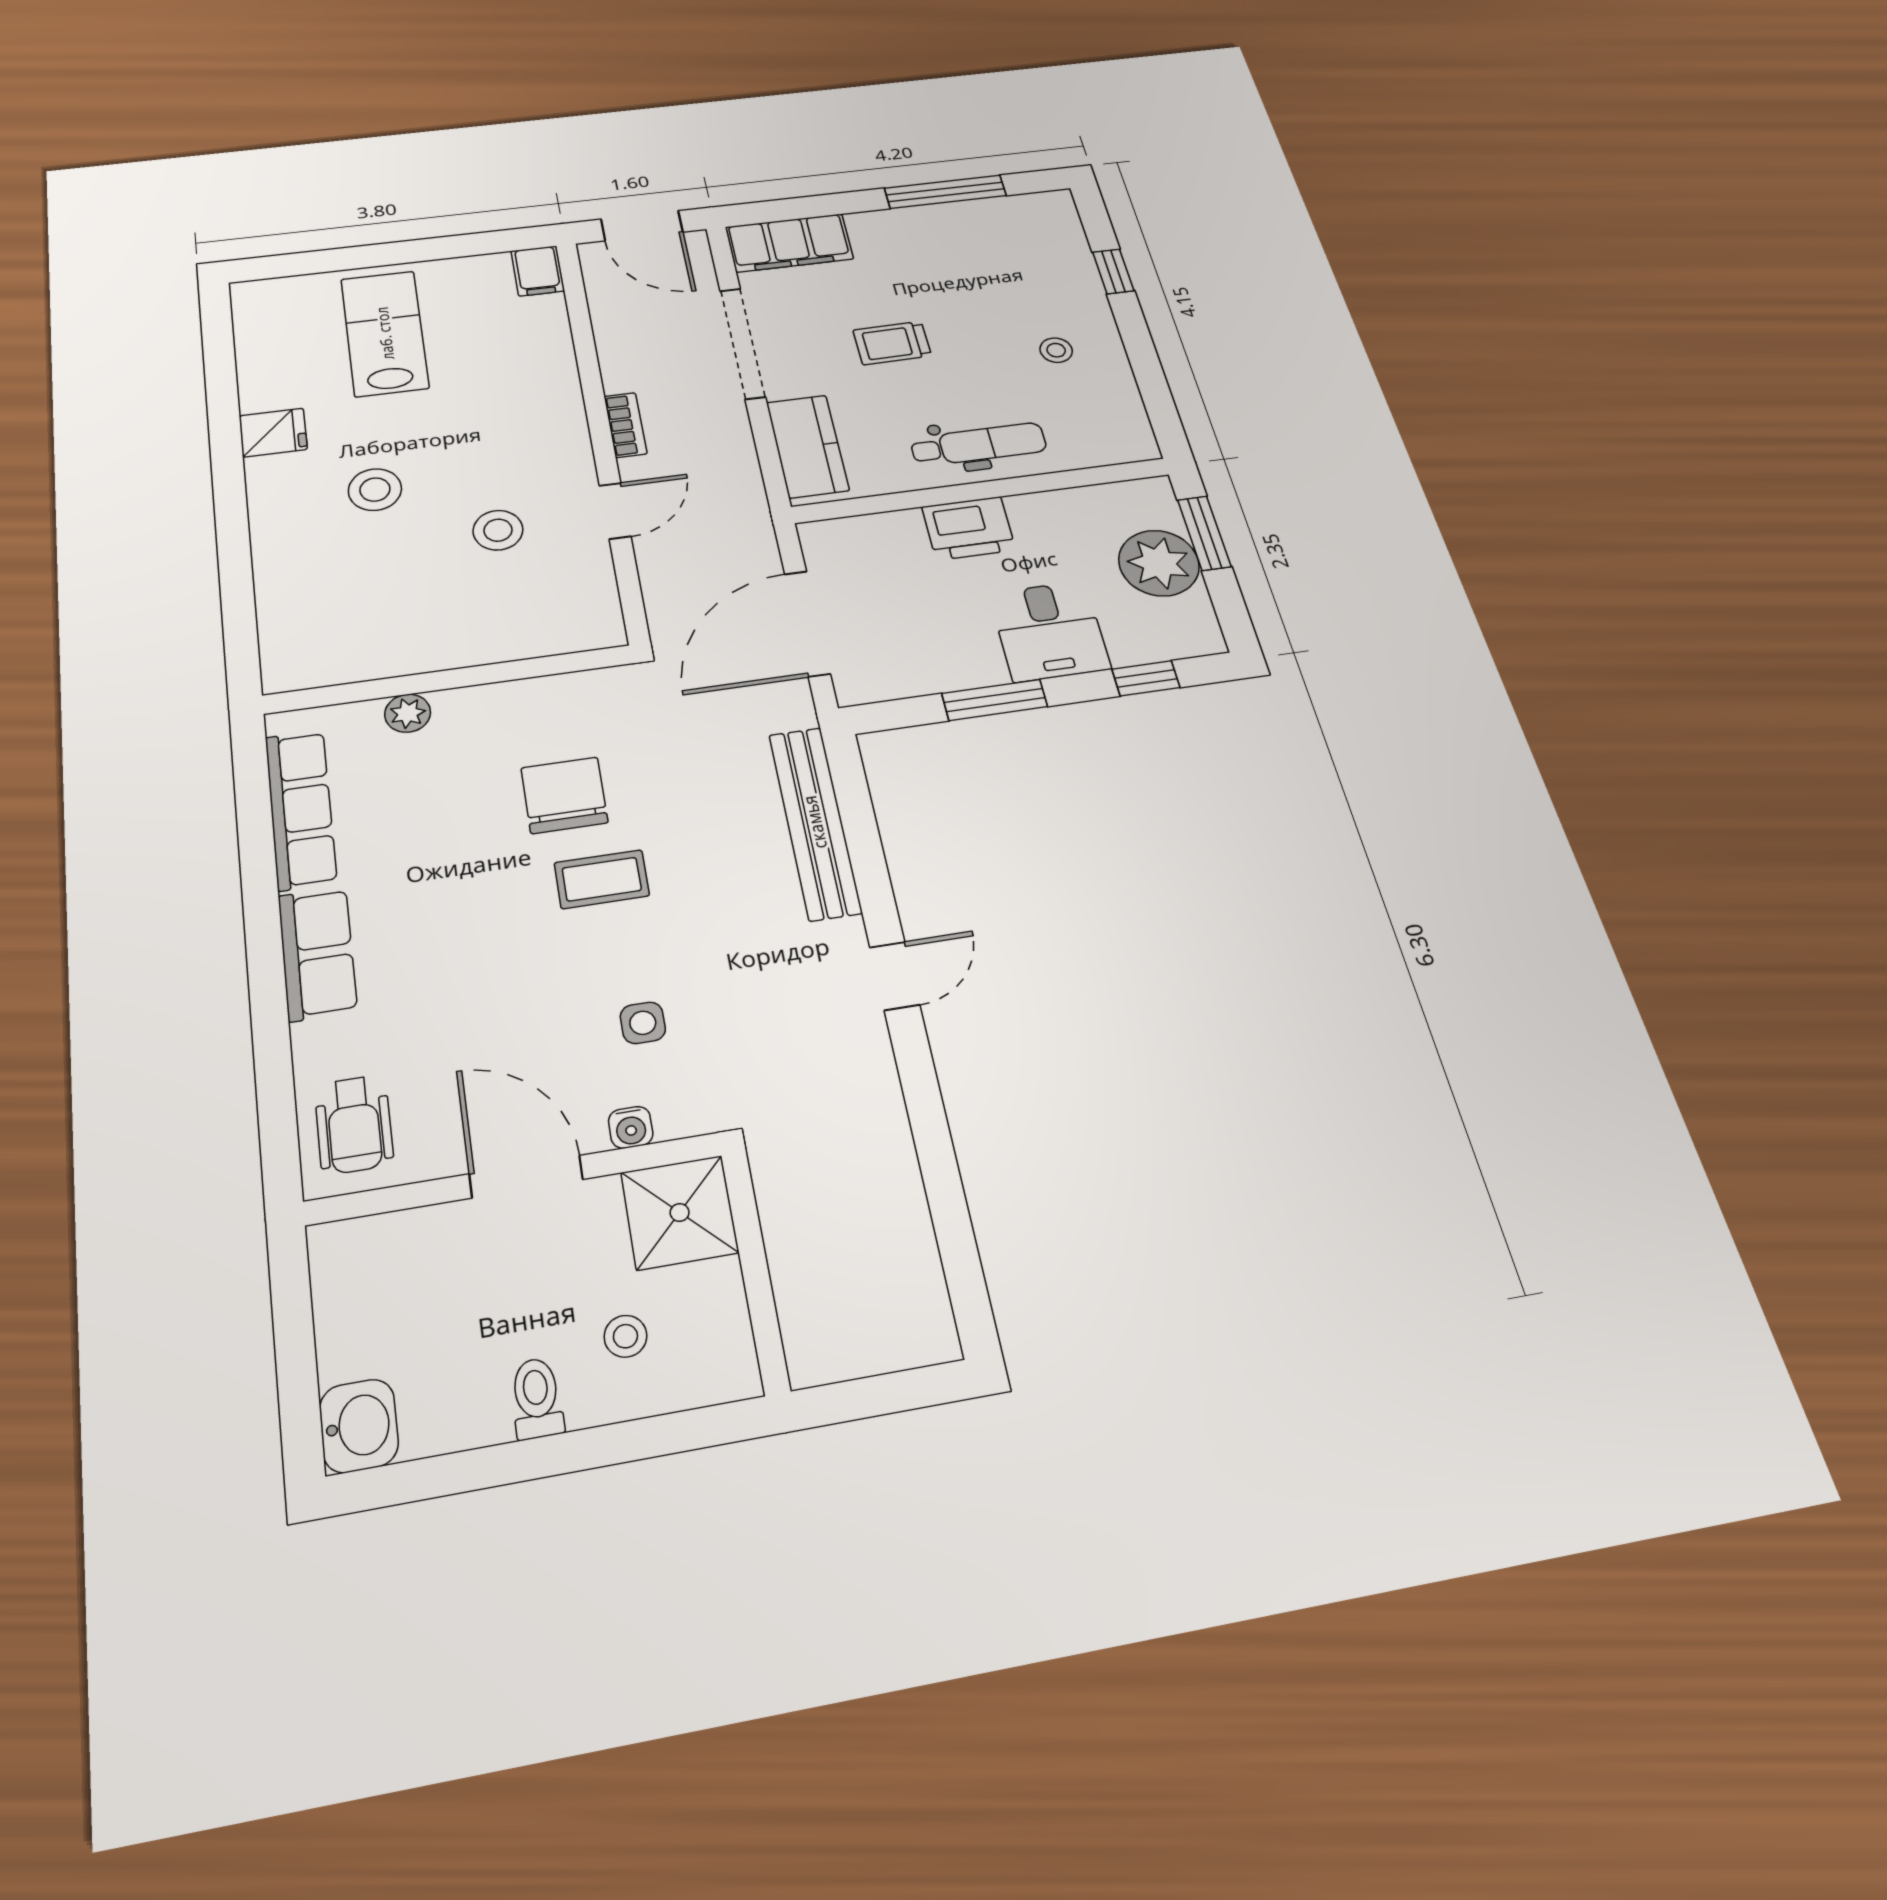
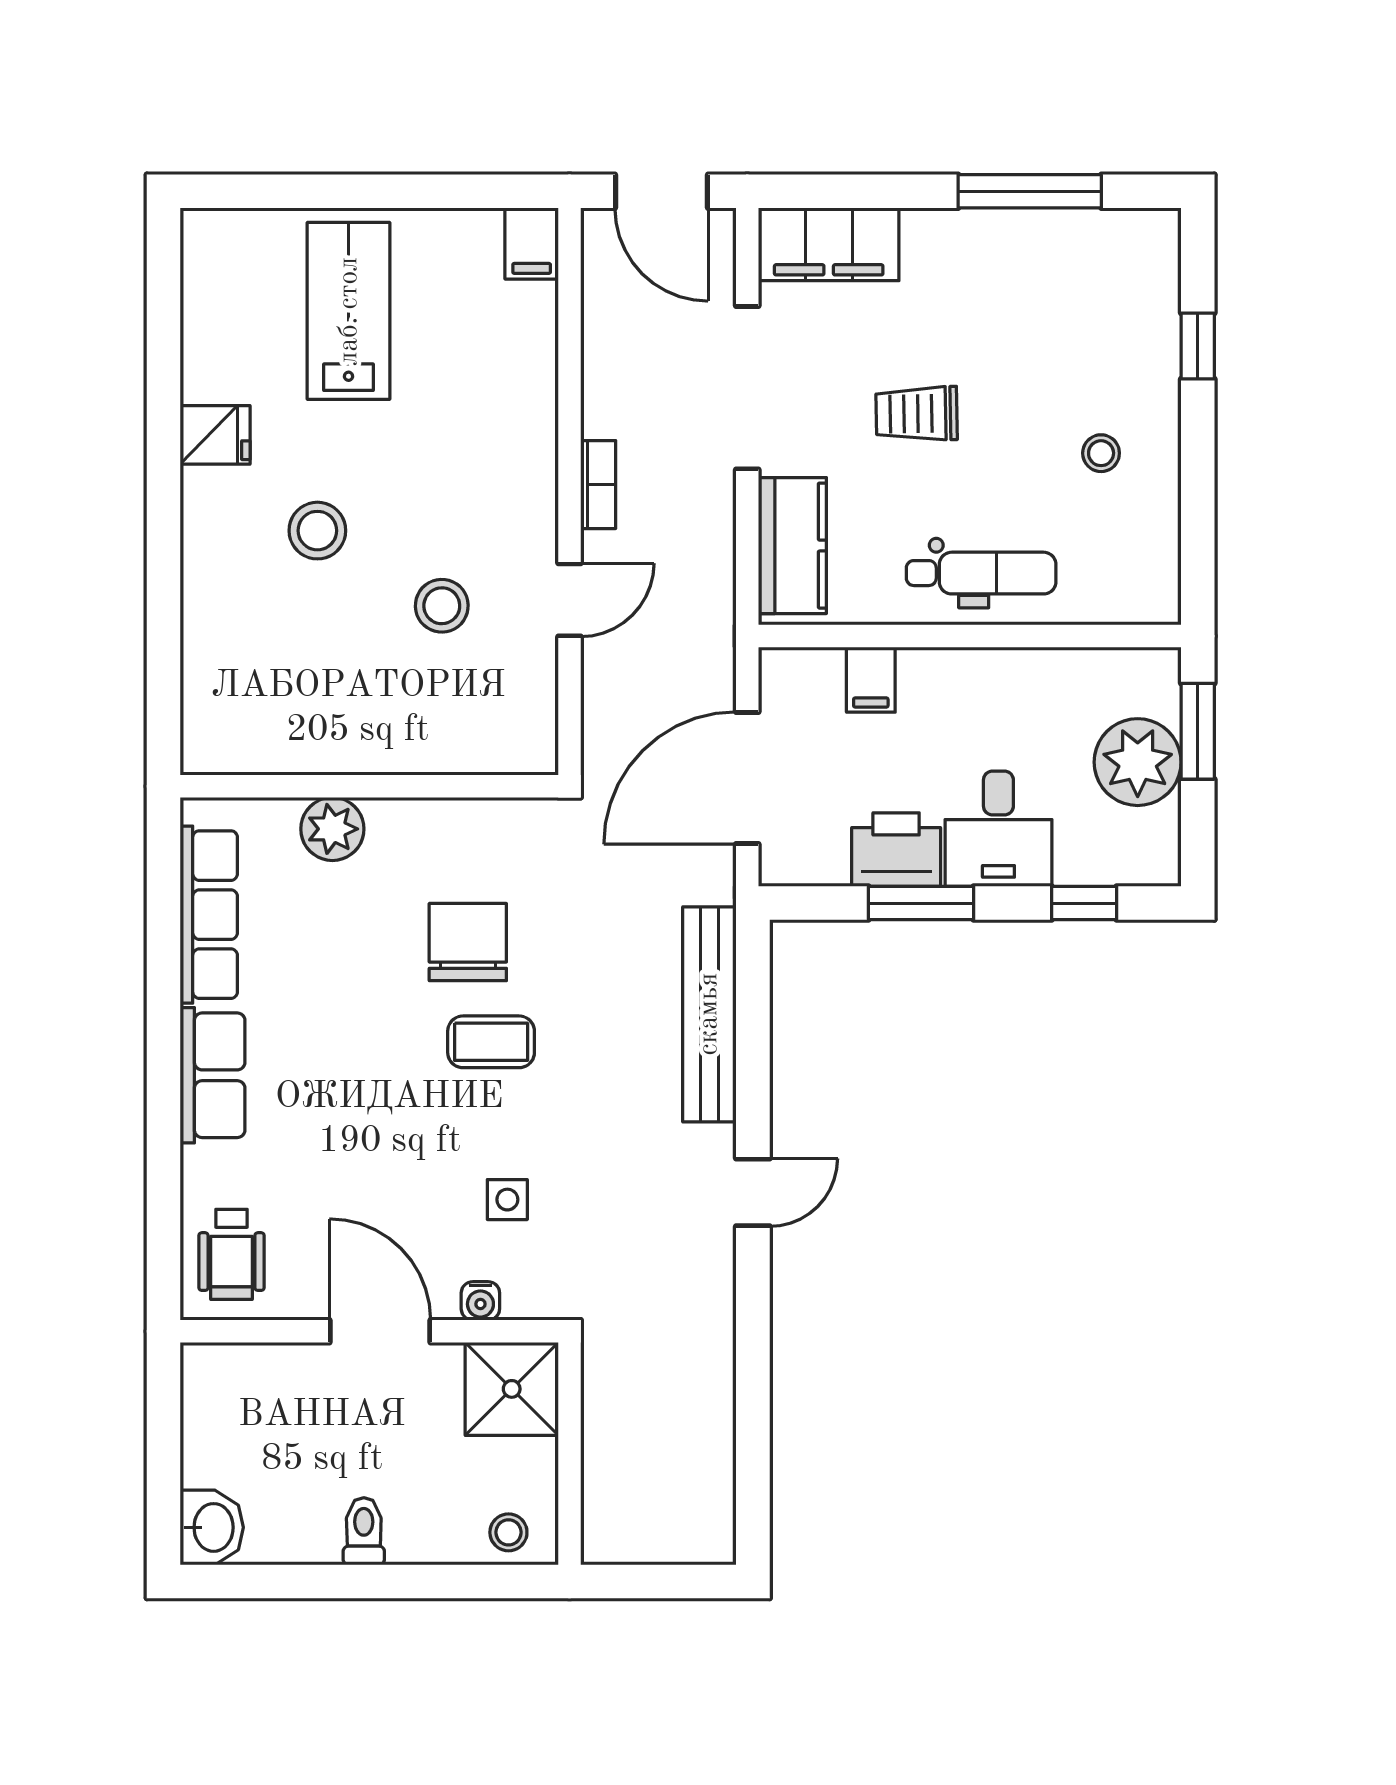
printer: (969, 528) -> (896, 850), moved, turned 180
filing cabinet: (902, 534) -> (871, 680), added
plant: (408, 713) -> (332, 829), width x1.38, depth x1.38
stool: (625, 1336) -> (508, 1532), moved

